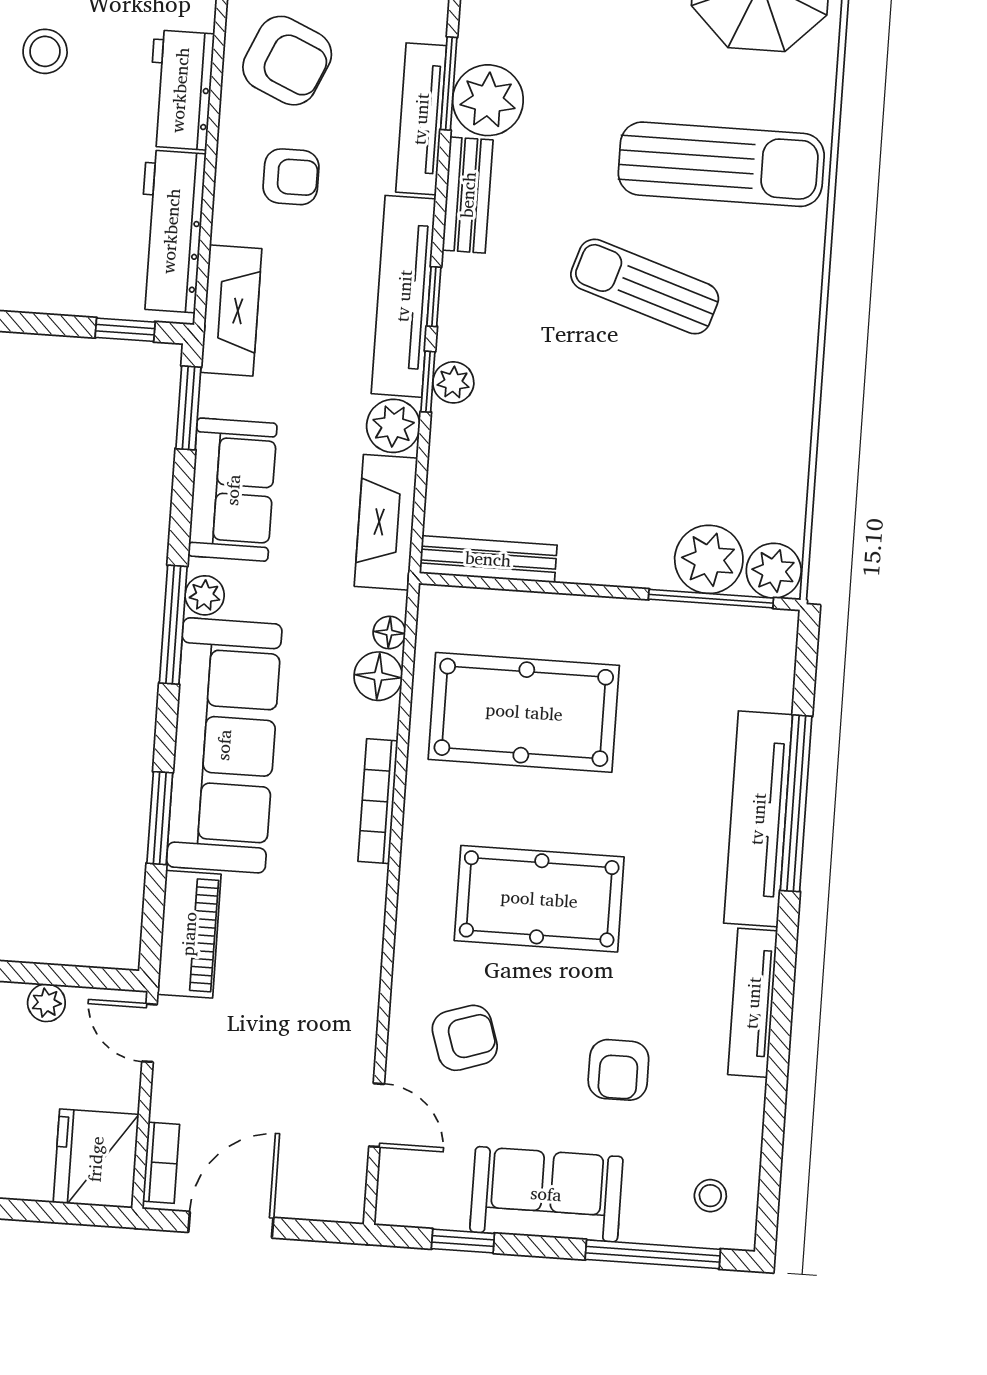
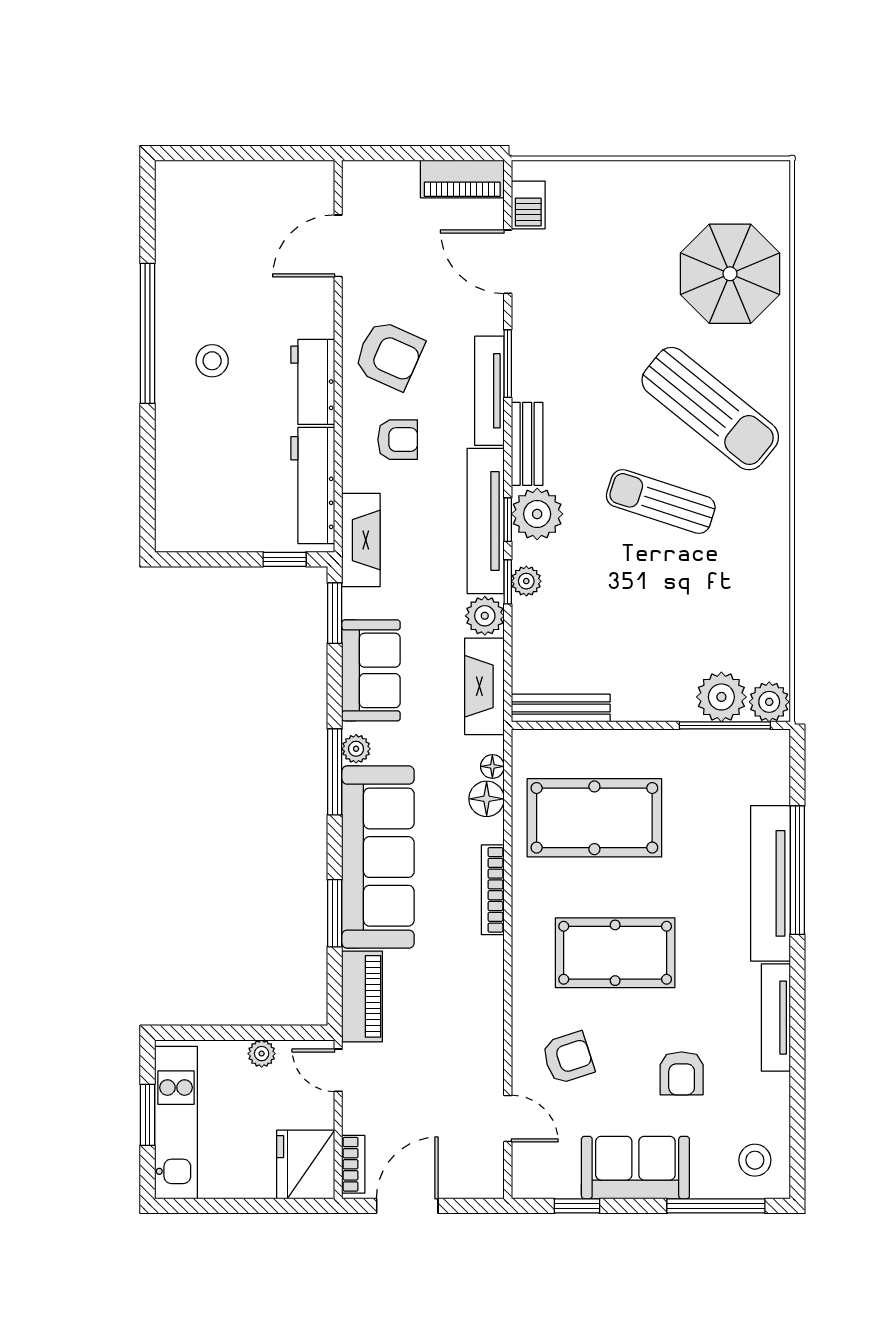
plant: (488, 100) -> (537, 514), moved
sun lounger: (721, 164) -> (710, 409), turned 39
stool: (710, 1196) -> (755, 1160), width x1.37, depth x1.37

